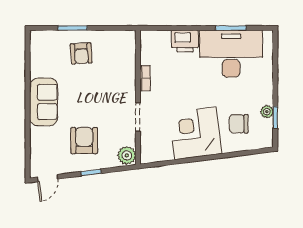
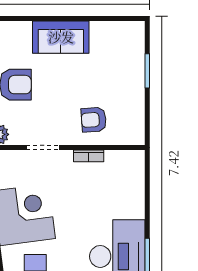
printer: (185, 41) -> (132, 202), removed
armchair: (81, 53) -> (94, 120), moved

